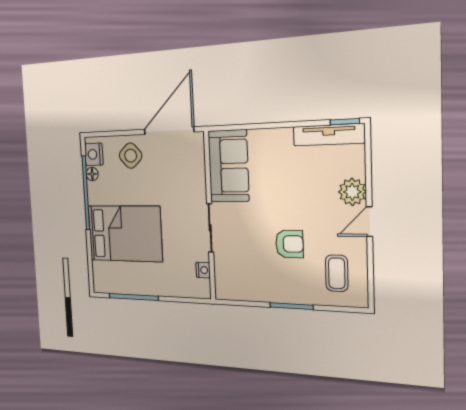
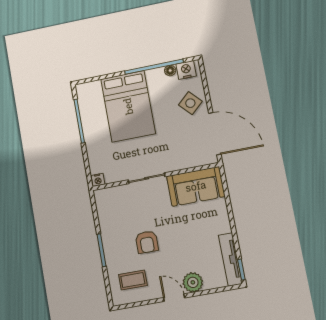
nightstand: (203, 270) -> (98, 180), moved

